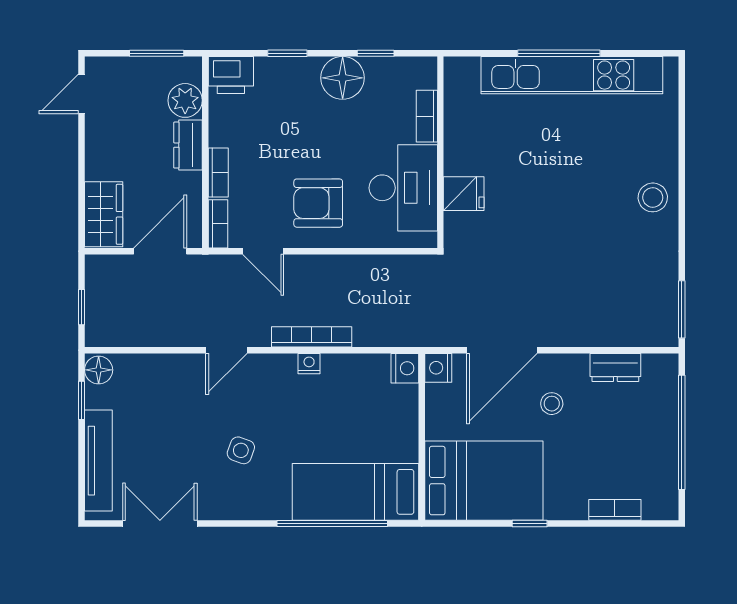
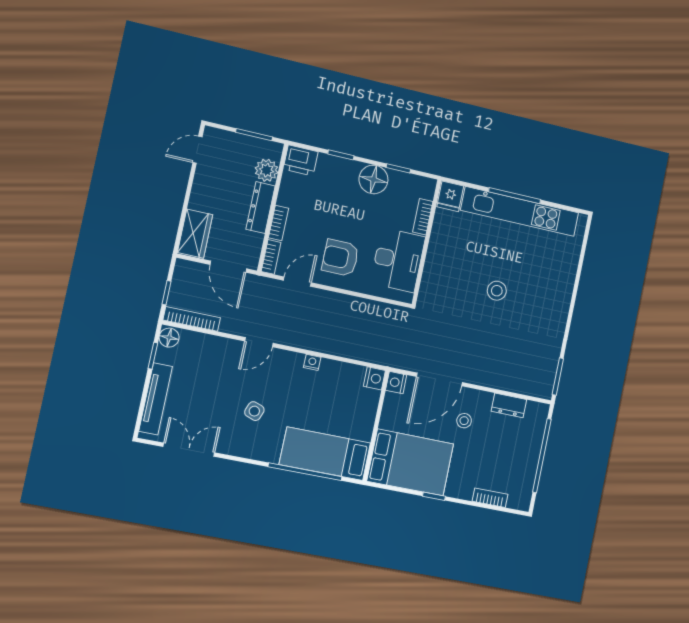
dresser: (188, 145) -> (261, 208), width x1.44
fridge: (464, 194) -> (450, 196), moved, turned 90
stool: (653, 197) -> (497, 291), moved
door: (160, 251) -> (228, 267), swing flipped
door: (263, 251) -> (297, 282), swing flipped
bookcase: (312, 337) -> (192, 319), moved

